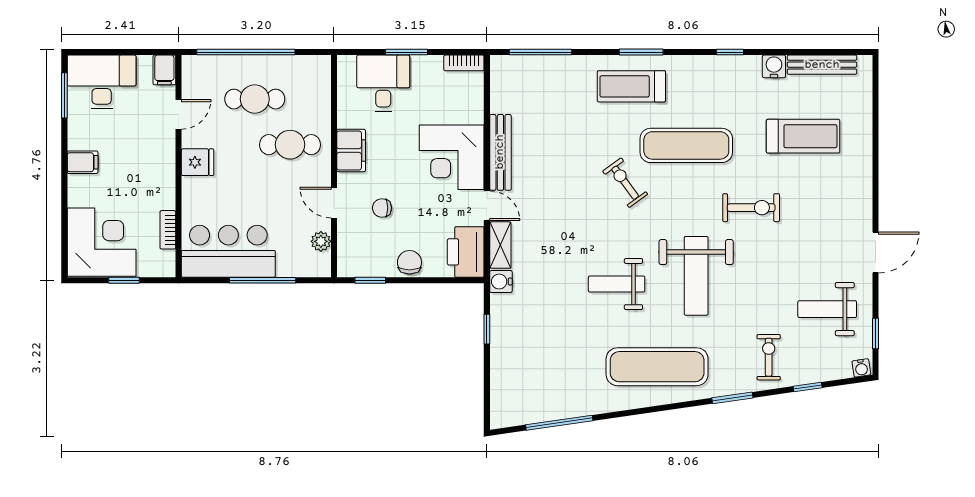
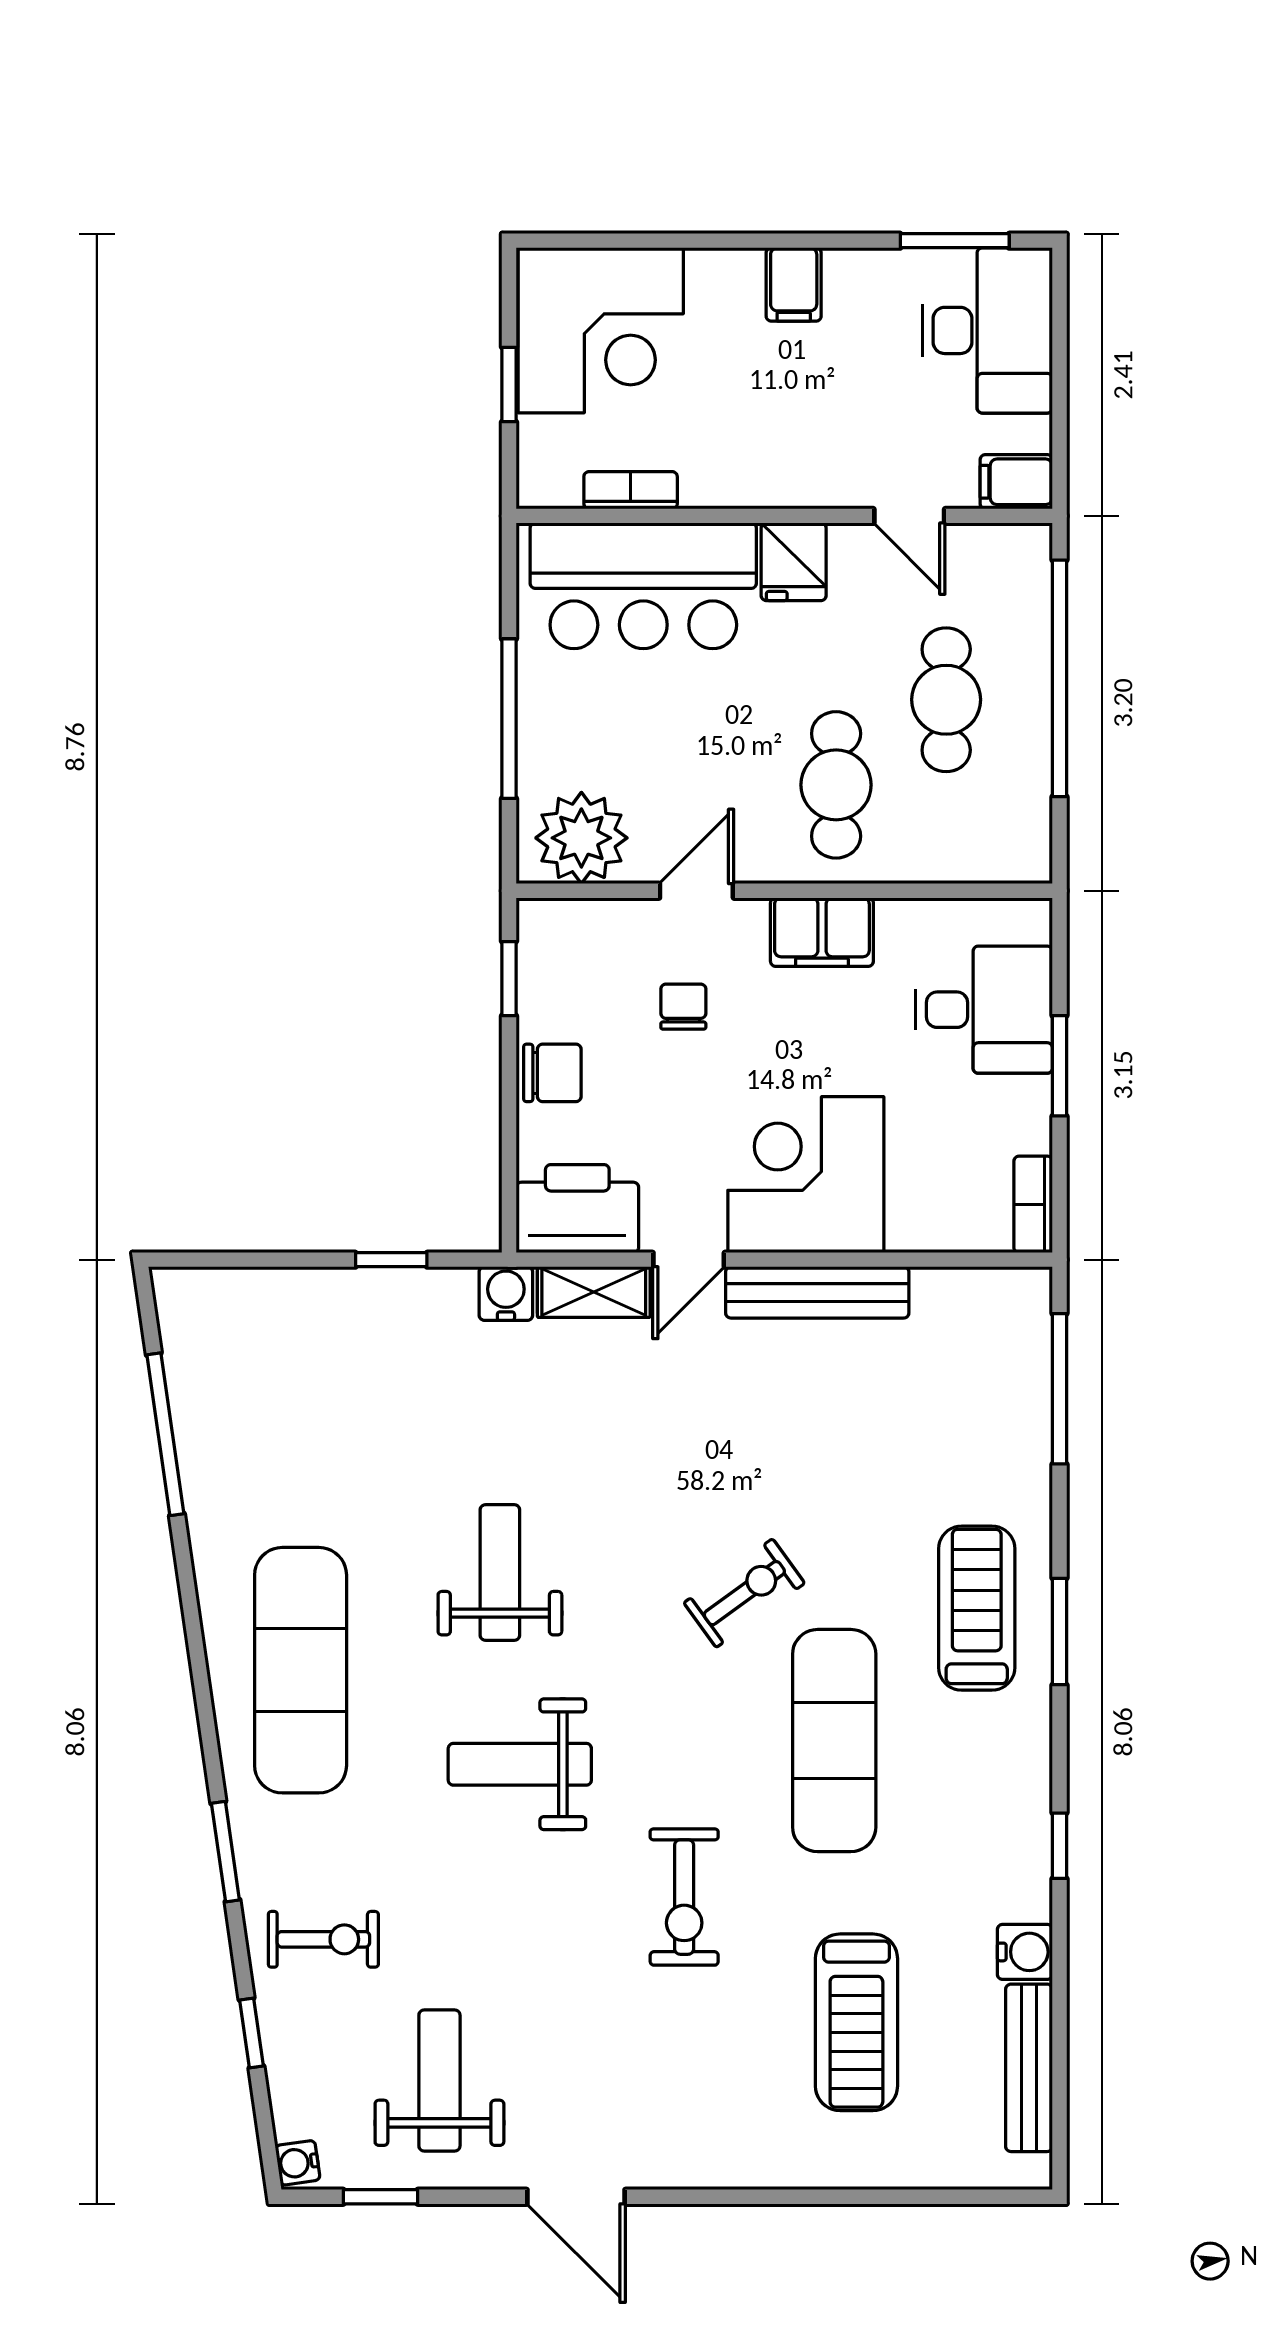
plant: (321, 241) -> (581, 838), width x1.88, depth x1.88
bar counter: (228, 251) -> (643, 586), moved, turned 90
weight bench: (696, 276) -> (520, 1764), width x0.73, depth x0.75

